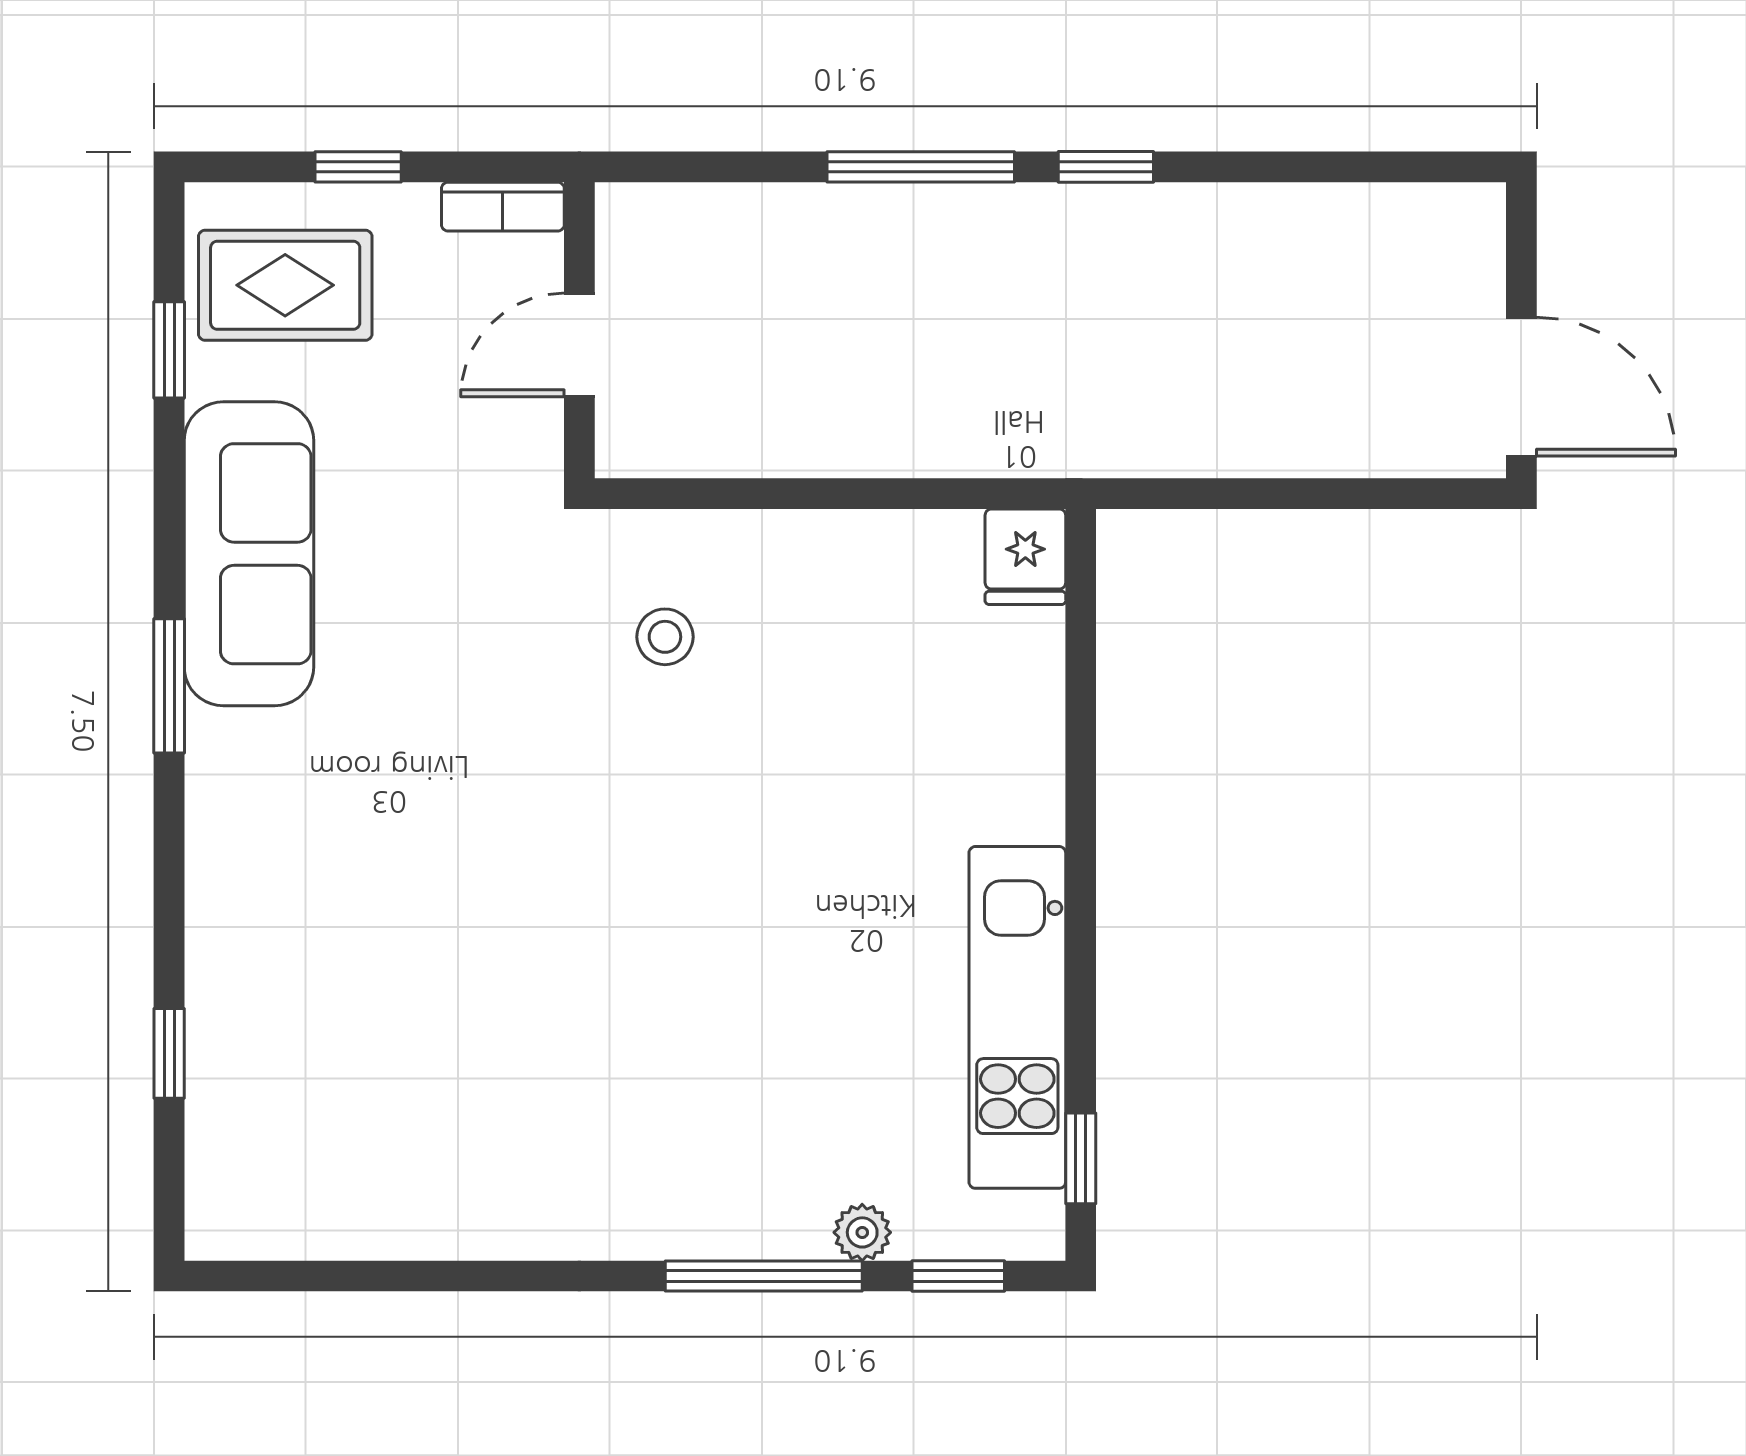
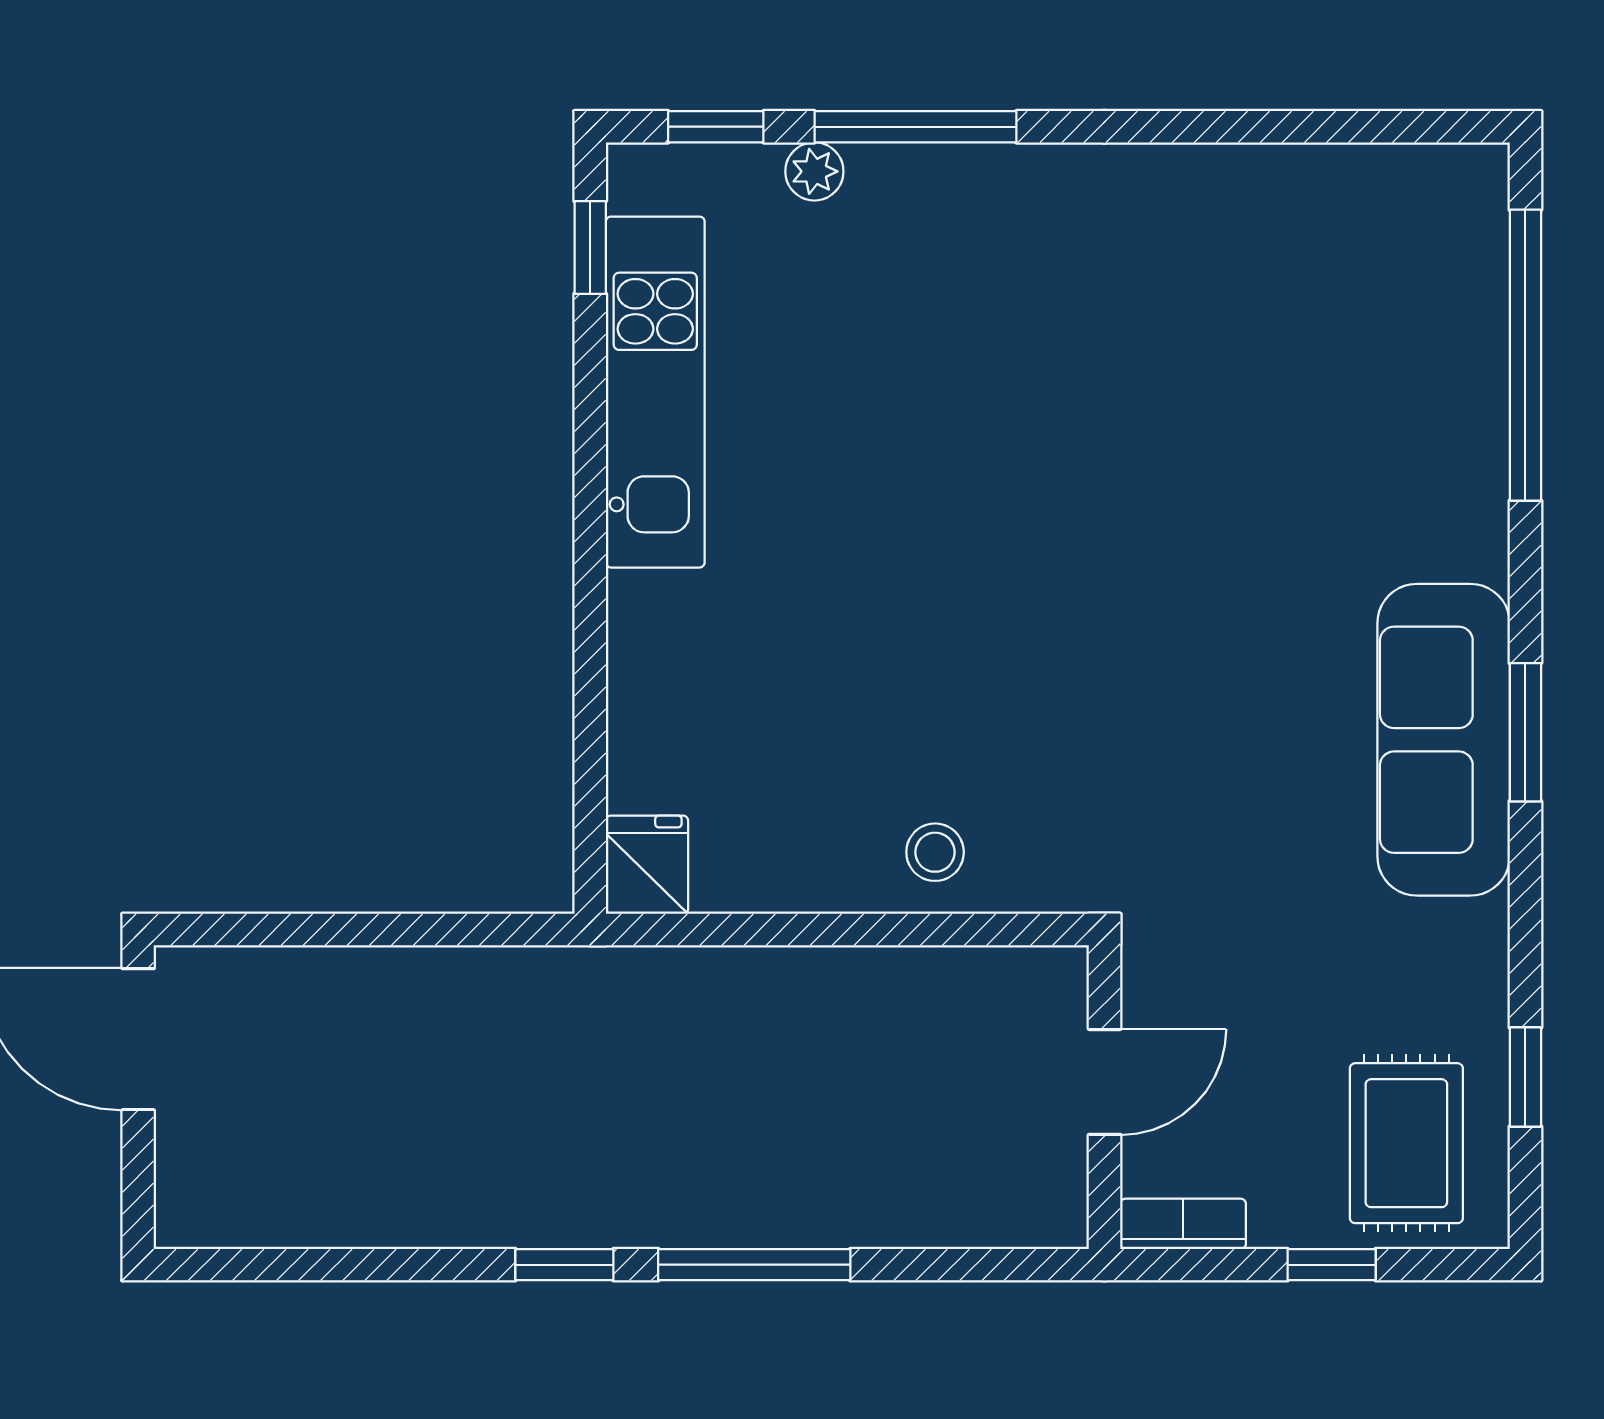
rug: (285, 285) -> (1406, 1143), turned 90
sofa: (249, 554) -> (1444, 740), moved
stool: (665, 637) -> (935, 852), moved
window: (169, 1053) -> (1525, 355), width x3.17

